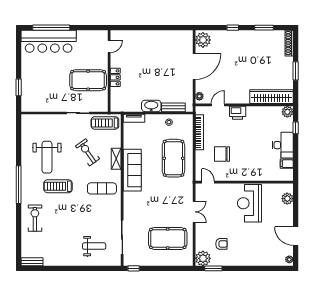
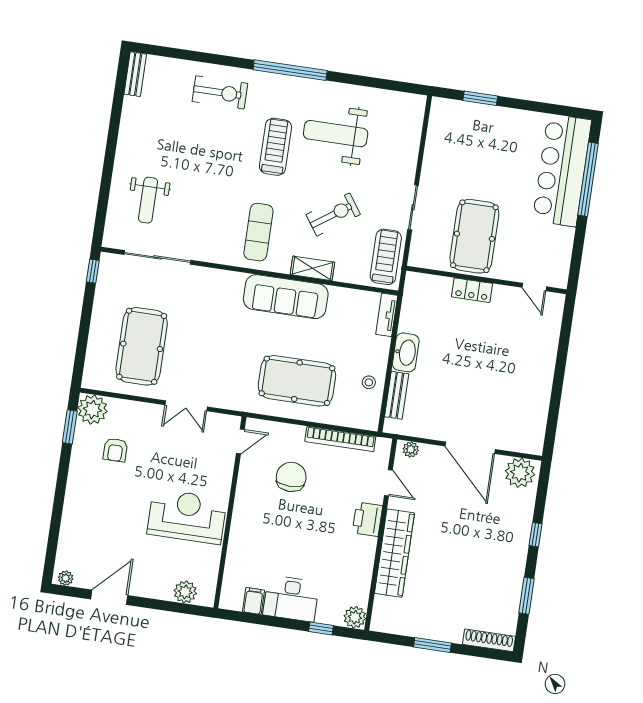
wardrobe: (271, 97) -> (394, 553), moved

